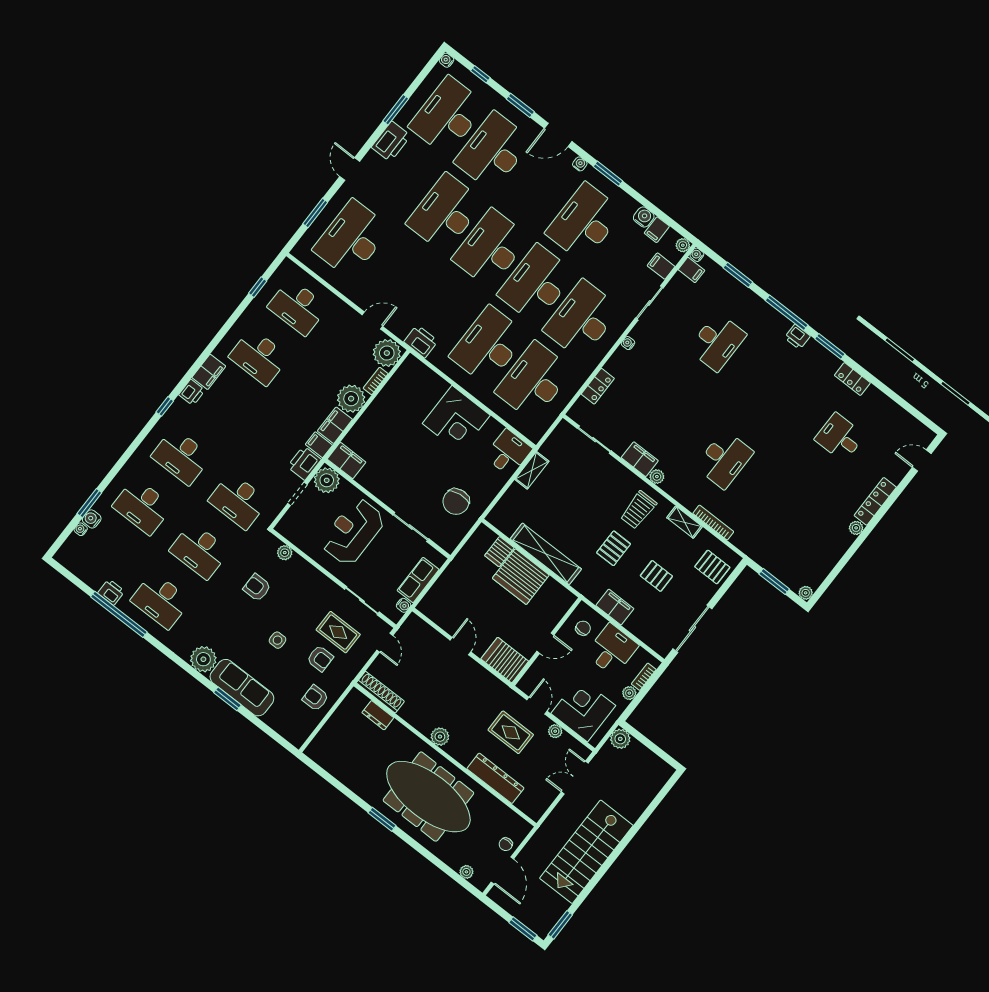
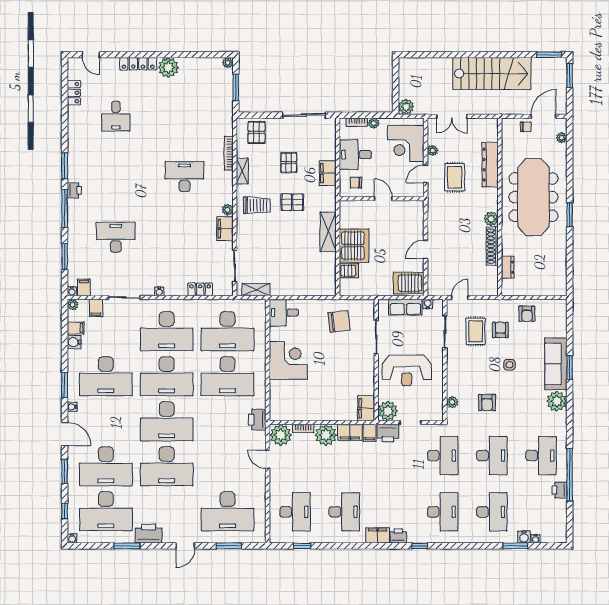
locker: (852, 379) -> (74, 93), moved
shelving: (532, 470) -> (256, 290), moved
plant: (856, 528) -> (168, 68), width x1.88, depth x1.88
shelving: (546, 554) -> (328, 232), width x0.68
server rack: (505, 660) -> (409, 283), moved, turned 90
shoe rack: (380, 692) -> (492, 246), moved

